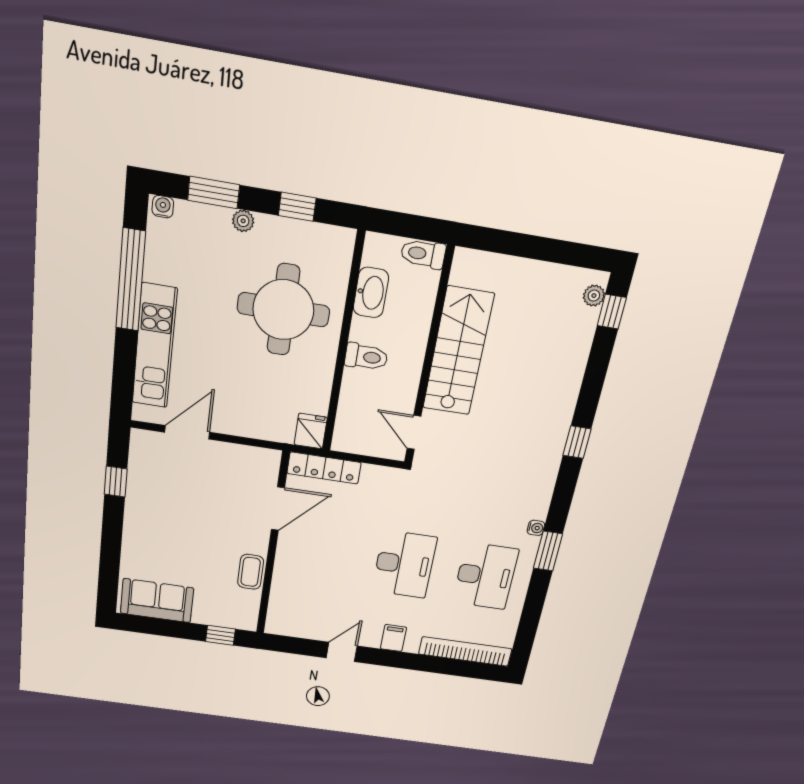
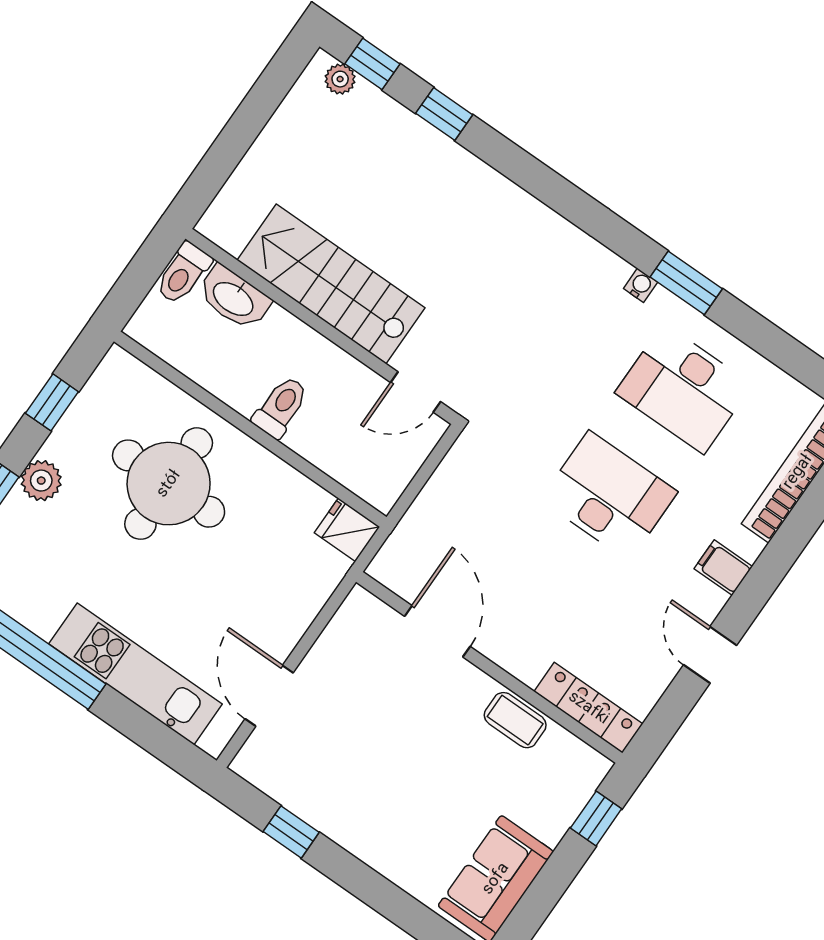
plant: (243, 221) -> (41, 481), width x1.38, depth x1.38
washbasin: (371, 293) -> (234, 298), moved, turned 180
window: (577, 442) -> (444, 114), moved
locker: (324, 468) -> (588, 708), moved, turned -90
desk: (485, 576) -> (684, 389), turned 180

